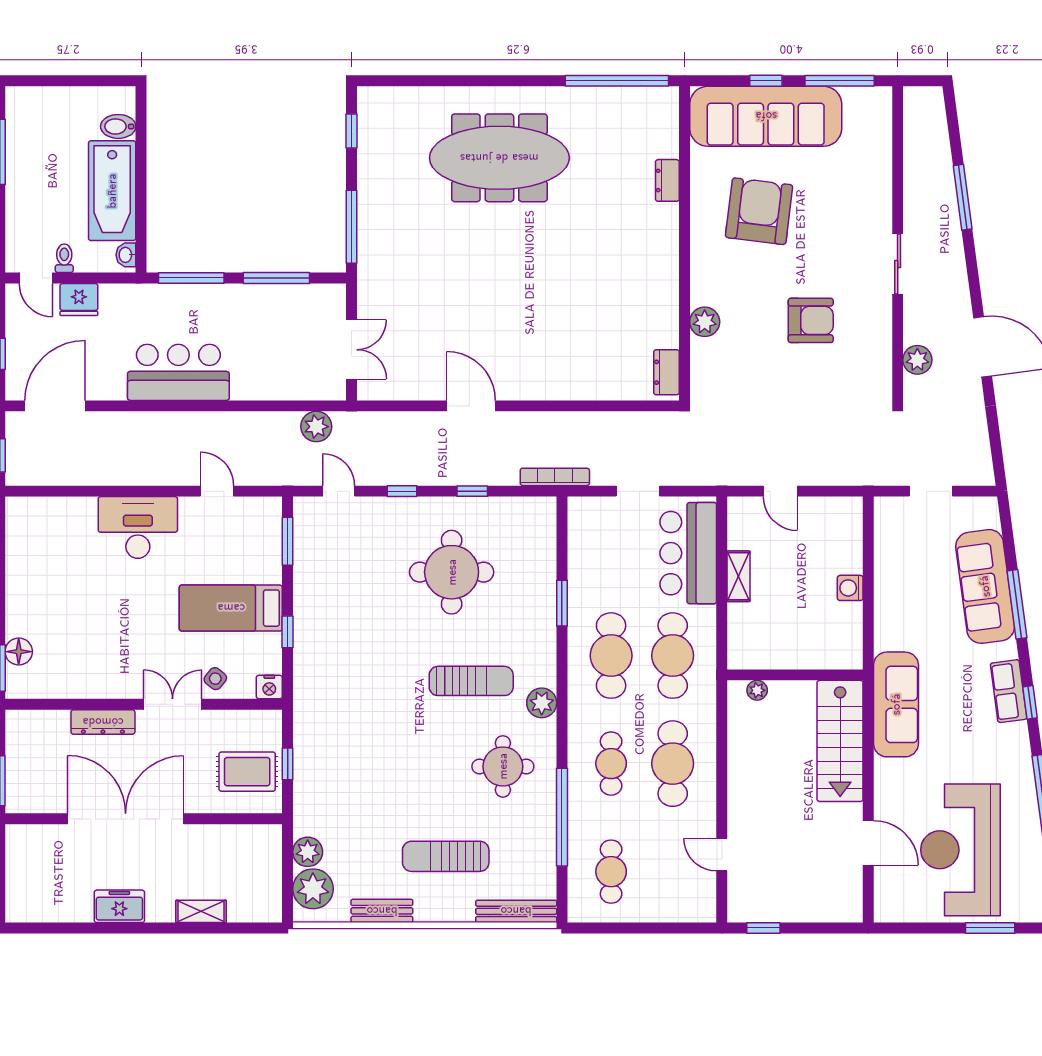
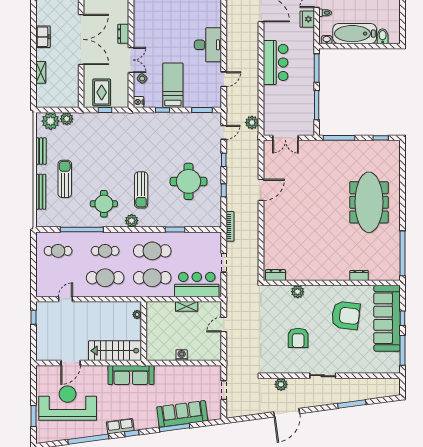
row of seats: (1009, 691) -> (120, 426), moved
dresser: (103, 722) -> (123, 34), width x0.70
bench: (516, 911) -> (41, 192), moved

